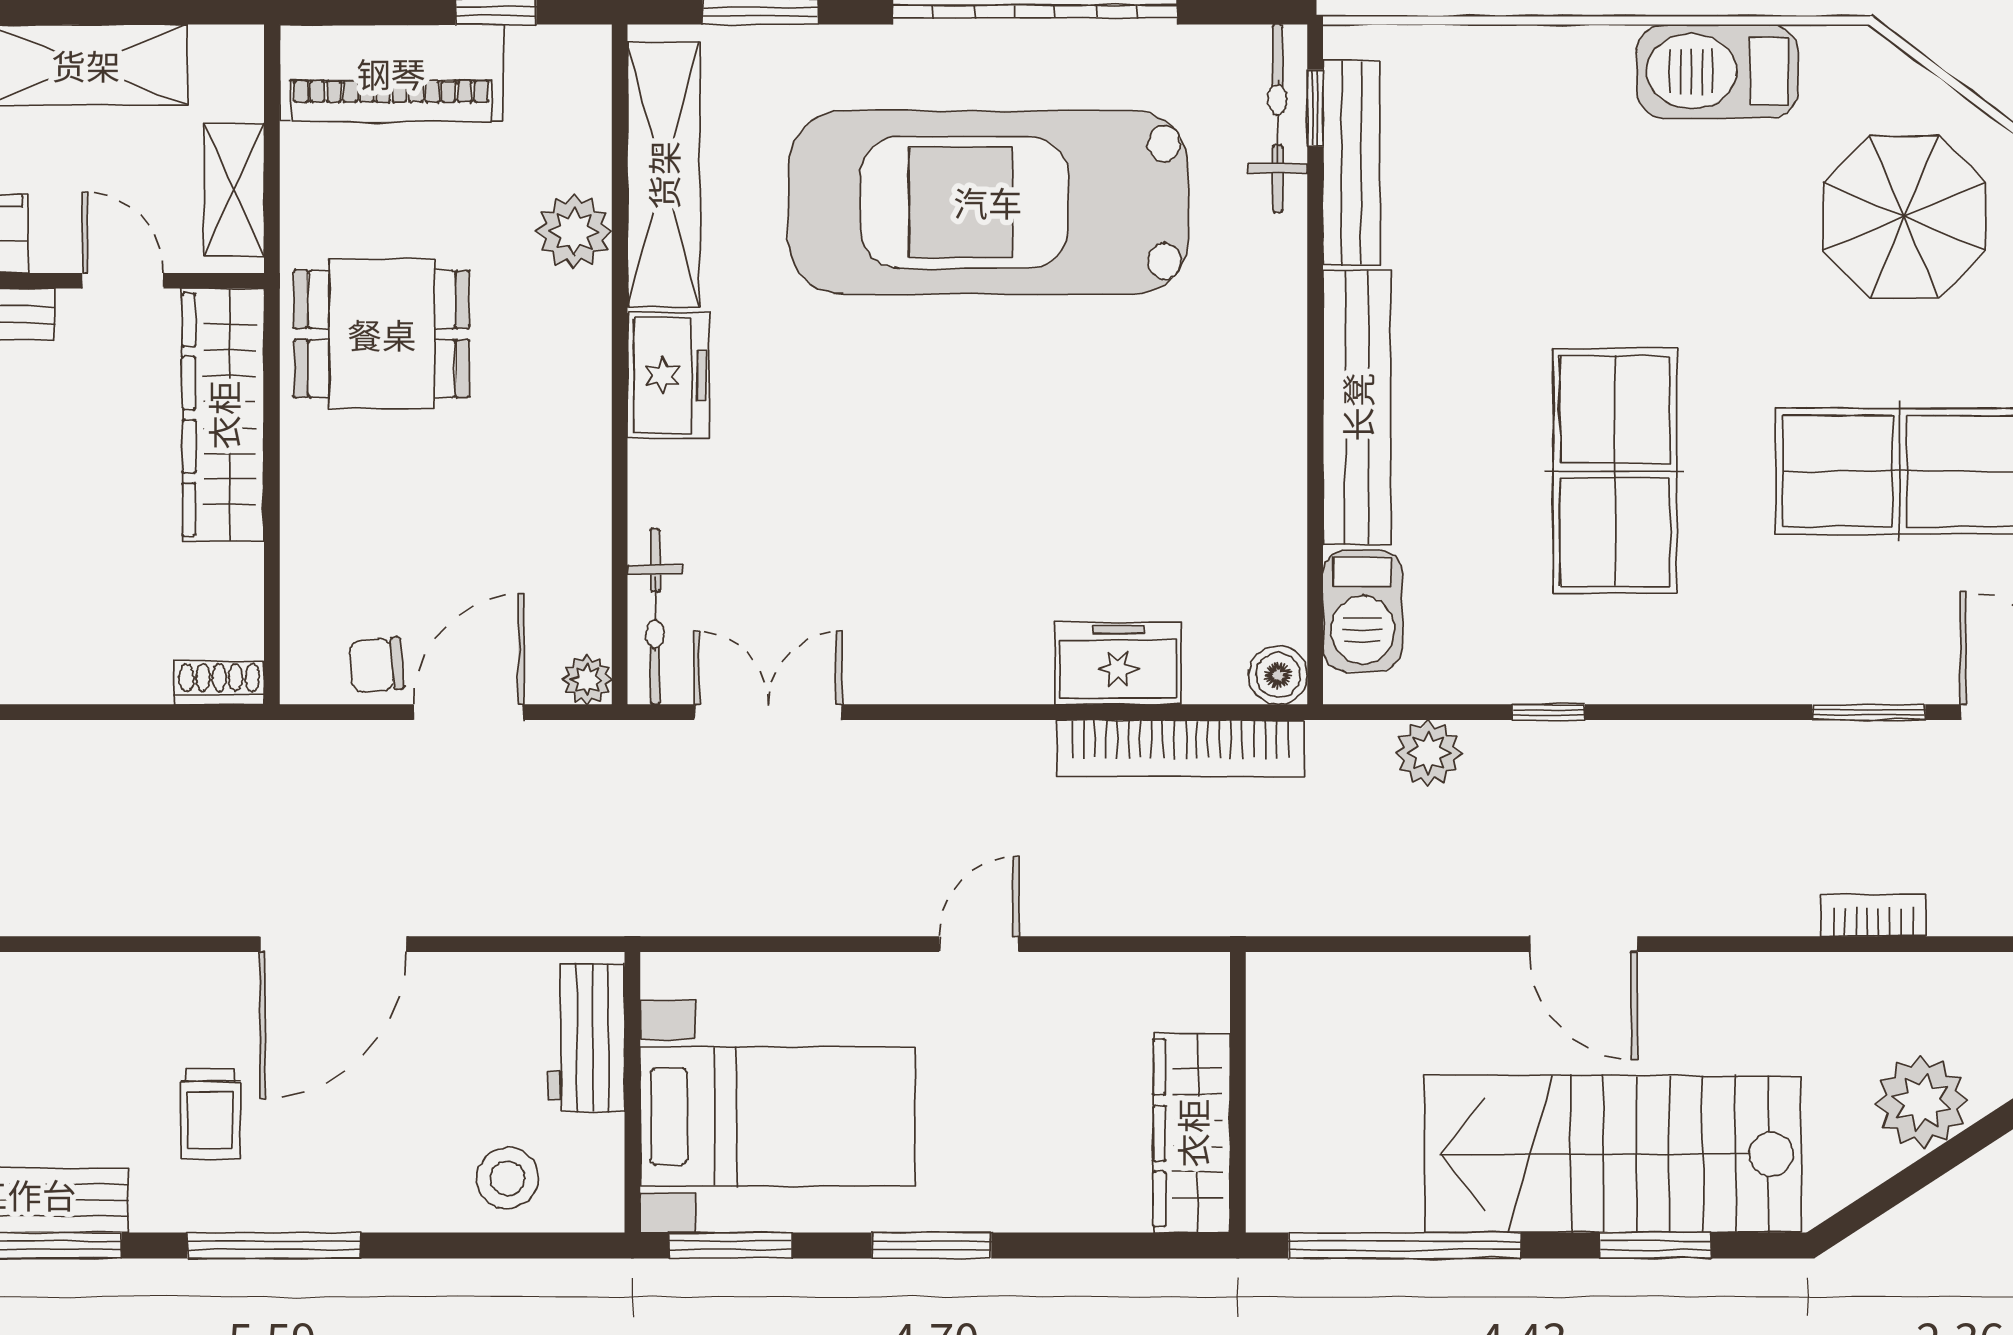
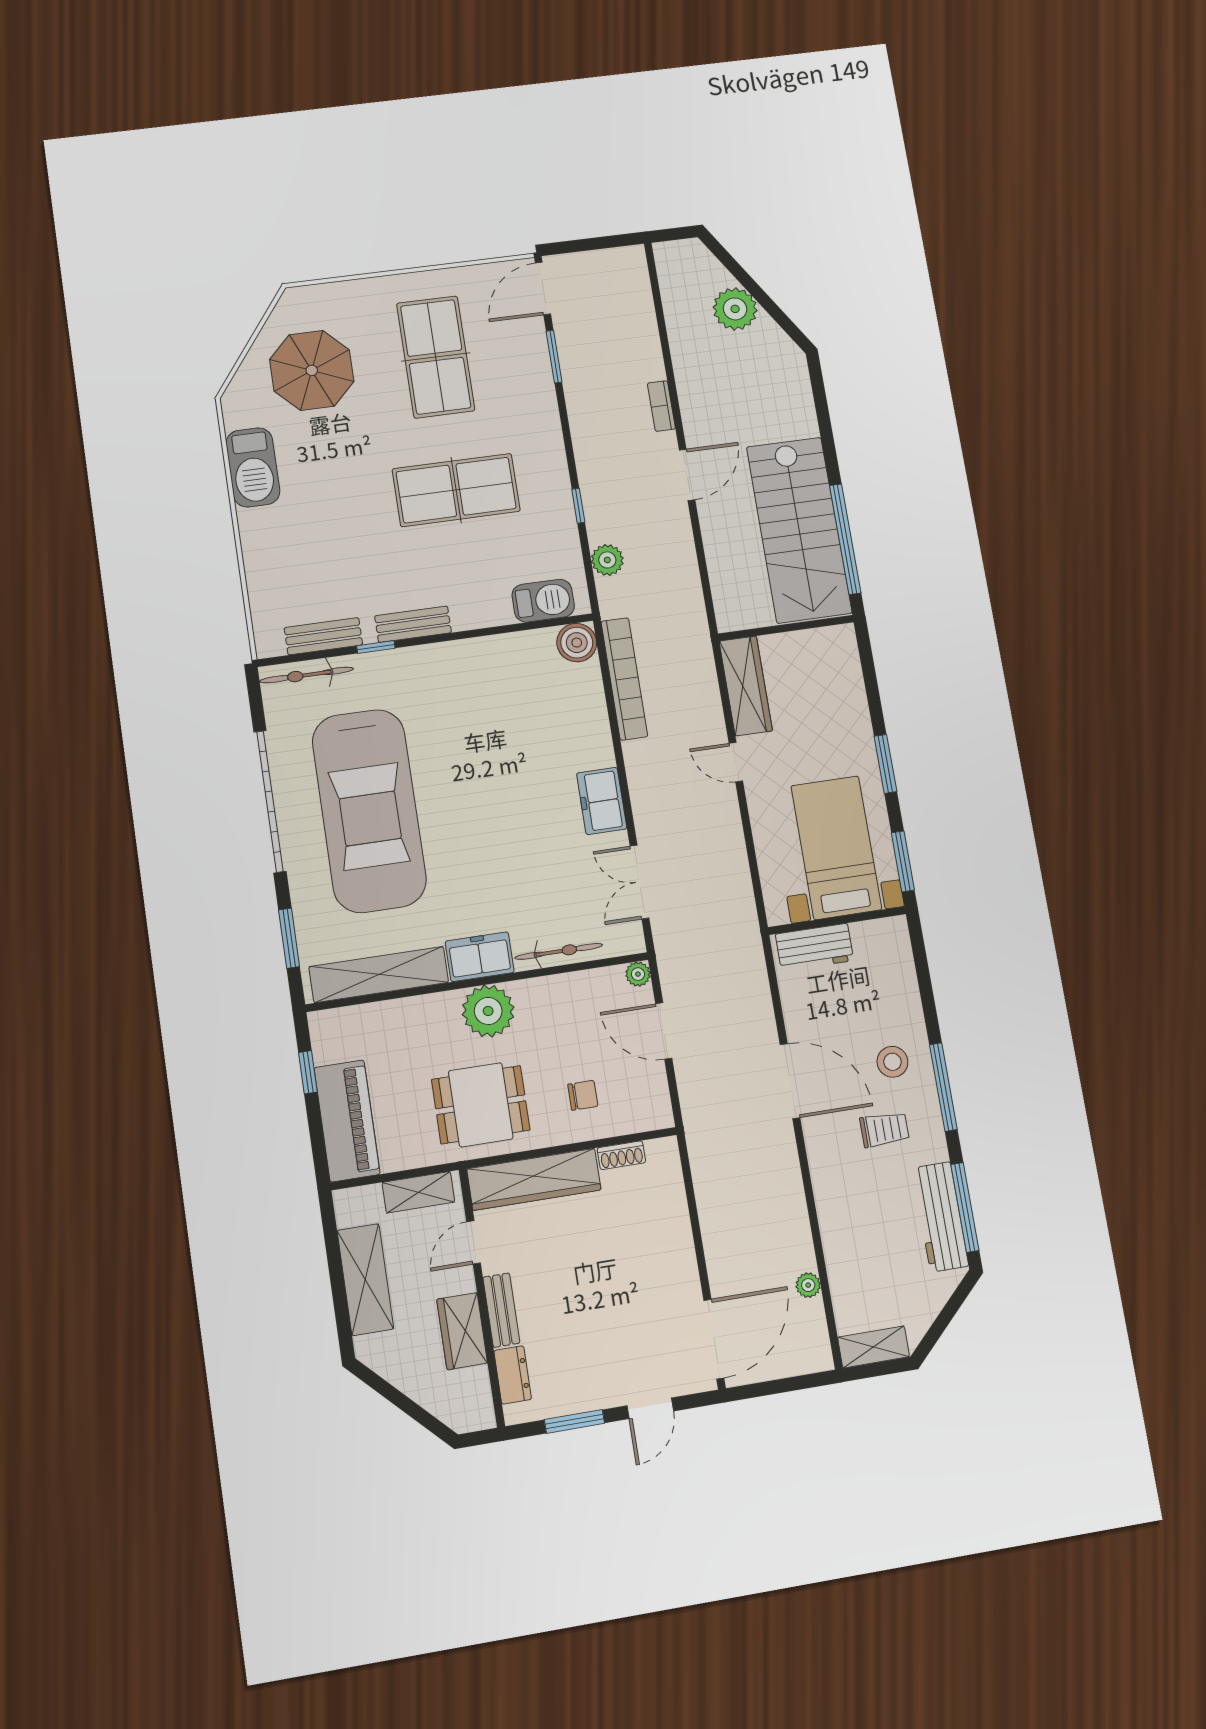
window: (1315, 108) -> (376, 647), moved
bench: (1351, 163) -> (323, 636), width x0.73
plant: (574, 231) -> (488, 1011), moved, width x1.36, depth x1.36
dining table: (382, 334) -> (481, 1105), turned 90
bench: (1357, 407) -> (413, 624), width x0.54, depth x0.82
bicycle: (655, 616) -> (559, 951), moved
freezer: (1118, 663) -> (602, 801), moved
chair: (376, 665) -> (583, 1095), moved, turned -85
boiler: (1278, 675) -> (577, 643), width x1.36, depth x1.36
shoe rack: (219, 683) -> (621, 1155), moved, turned -90
bookcase: (1873, 915) -> (661, 406), moved
wardrobe: (1192, 1133) -> (746, 686), moved, turned -90
stairs: (1613, 1154) -> (799, 530), moved
stool: (507, 1178) -> (892, 1062), moved
window: (1655, 1245) -> (824, 423), removed

